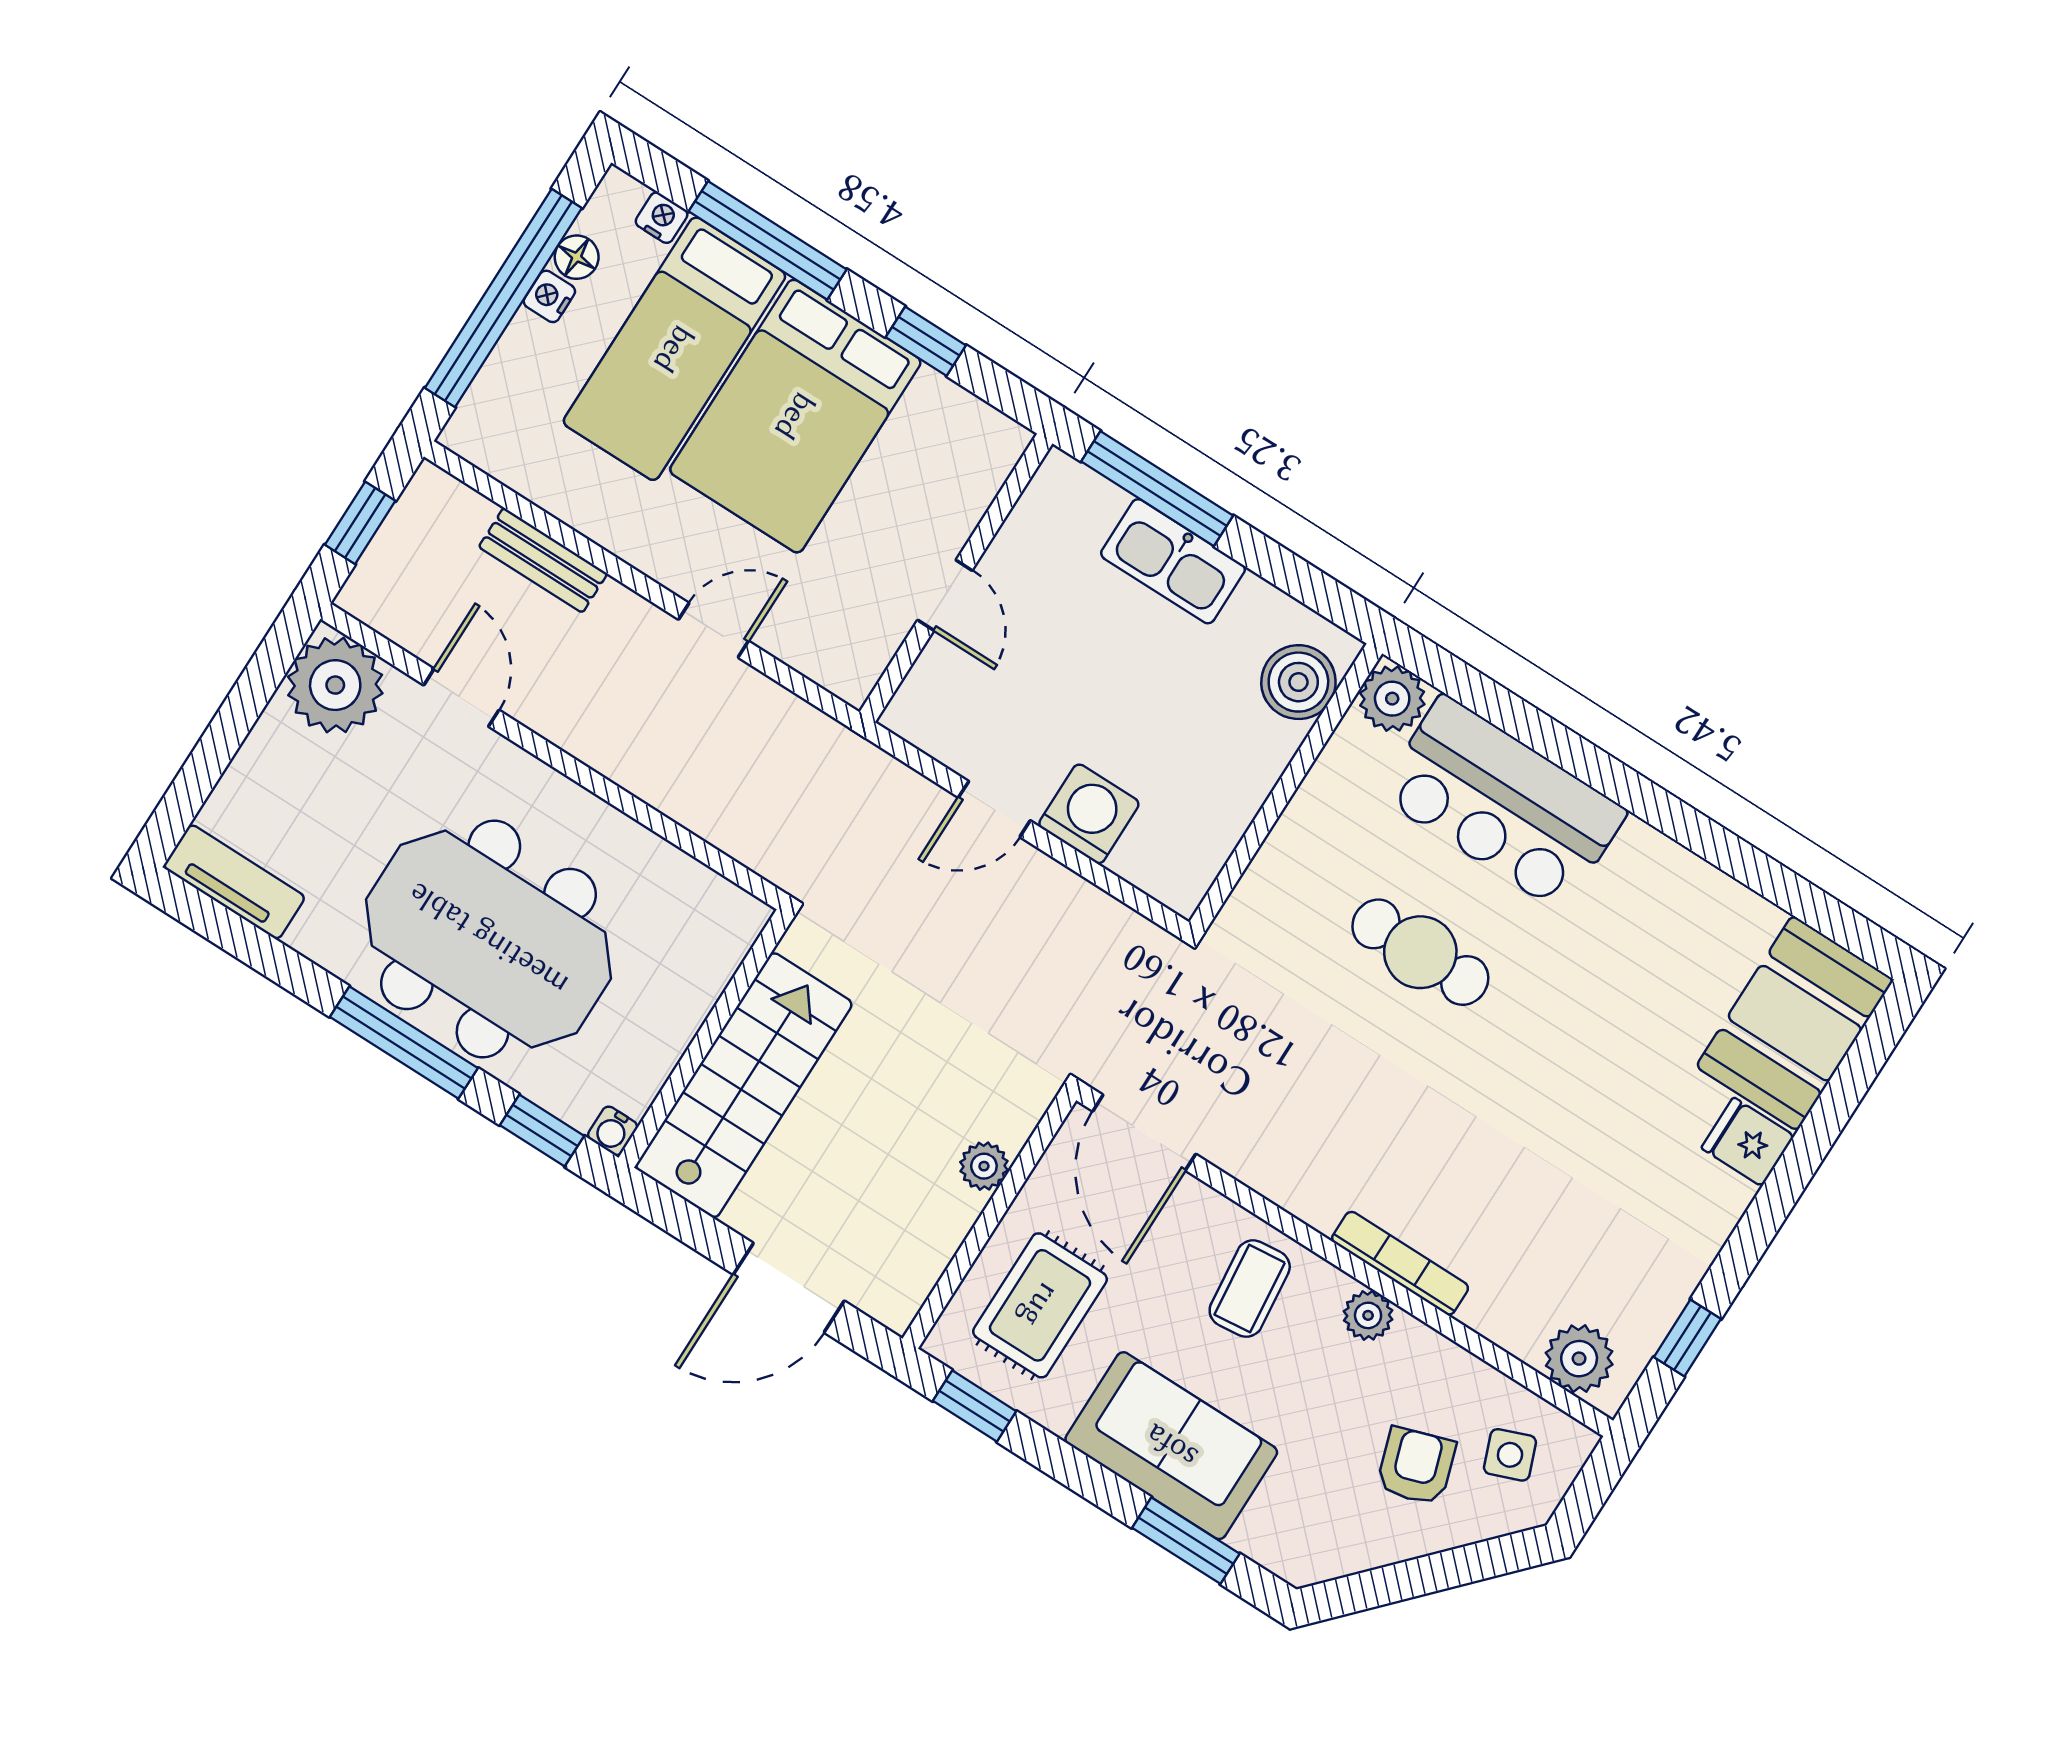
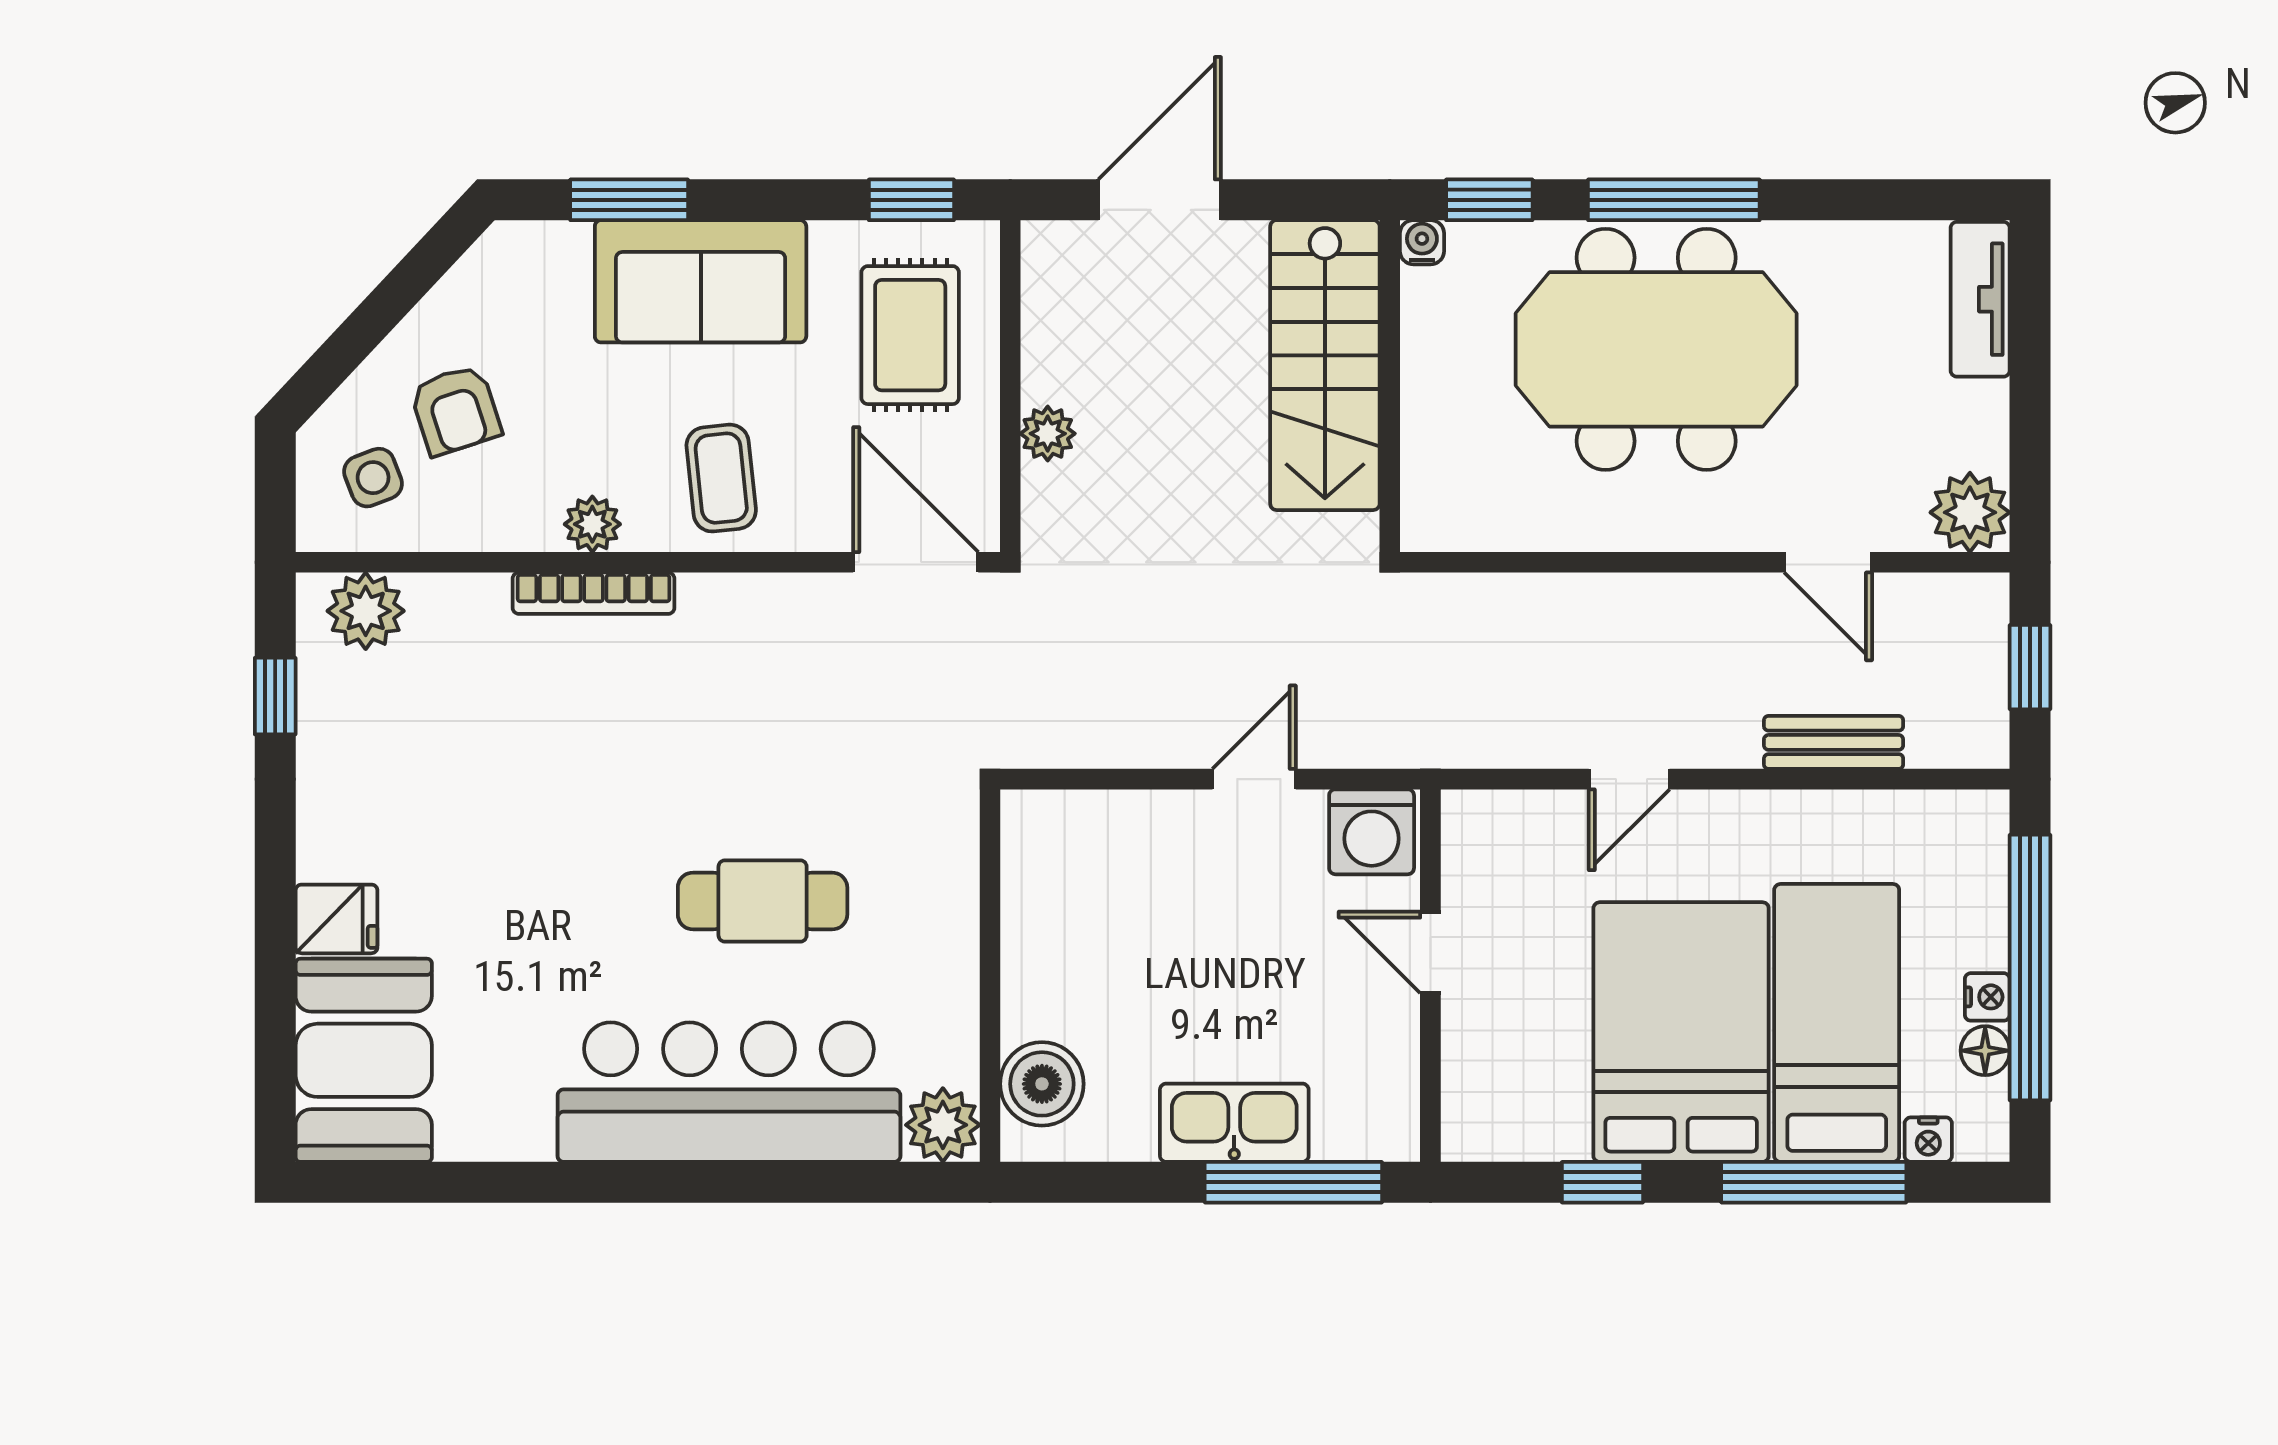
plant: (335, 685) -> (1970, 512), width x0.73, depth x0.73
bar counter: (1502, 803) -> (729, 1092), width x1.36
washing machine: (1089, 814) -> (1372, 832), moved
tv unit: (234, 882) -> (1980, 299), moved, turned 90

